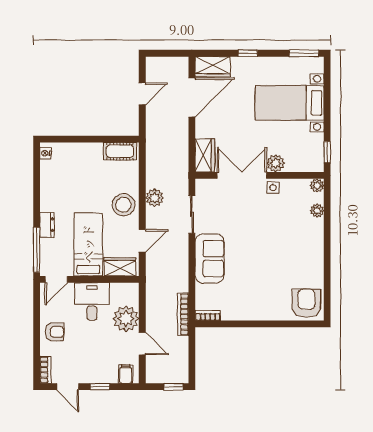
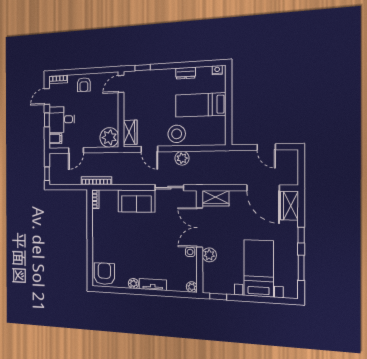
window: (304, 53) -> (301, 268), moved
cot: (120, 151) -> (219, 130), removed
double door: (242, 175) -> (200, 228), swing flipped
plant: (317, 211) -> (133, 284), moved
dresser: (47, 225) -> (186, 73), moved
tv unit: (317, 237) -> (153, 285), added
bed: (88, 244) -> (201, 105), moved, turned 180
window: (37, 250) -> (143, 68), width x0.46
door: (56, 279) -> (121, 84), hinge flipped
desk: (92, 301) -> (62, 119), moved, turned 180
armchair: (306, 303) -> (104, 274), turned -90
plant: (126, 319) -> (109, 137), moved

